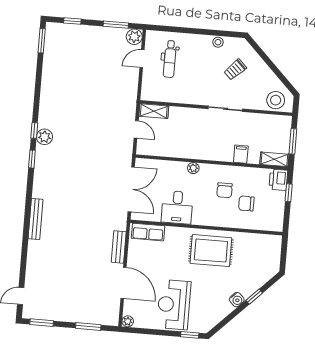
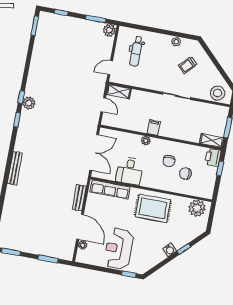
door: (142, 59) -> (110, 68), moved
filing cabinet: (241, 154) -> (154, 128), moved
row of seats: (148, 232) -> (110, 189), width x1.48
plant: (265, 245) -> (197, 208), added
plant: (128, 321) -> (83, 245), moved

